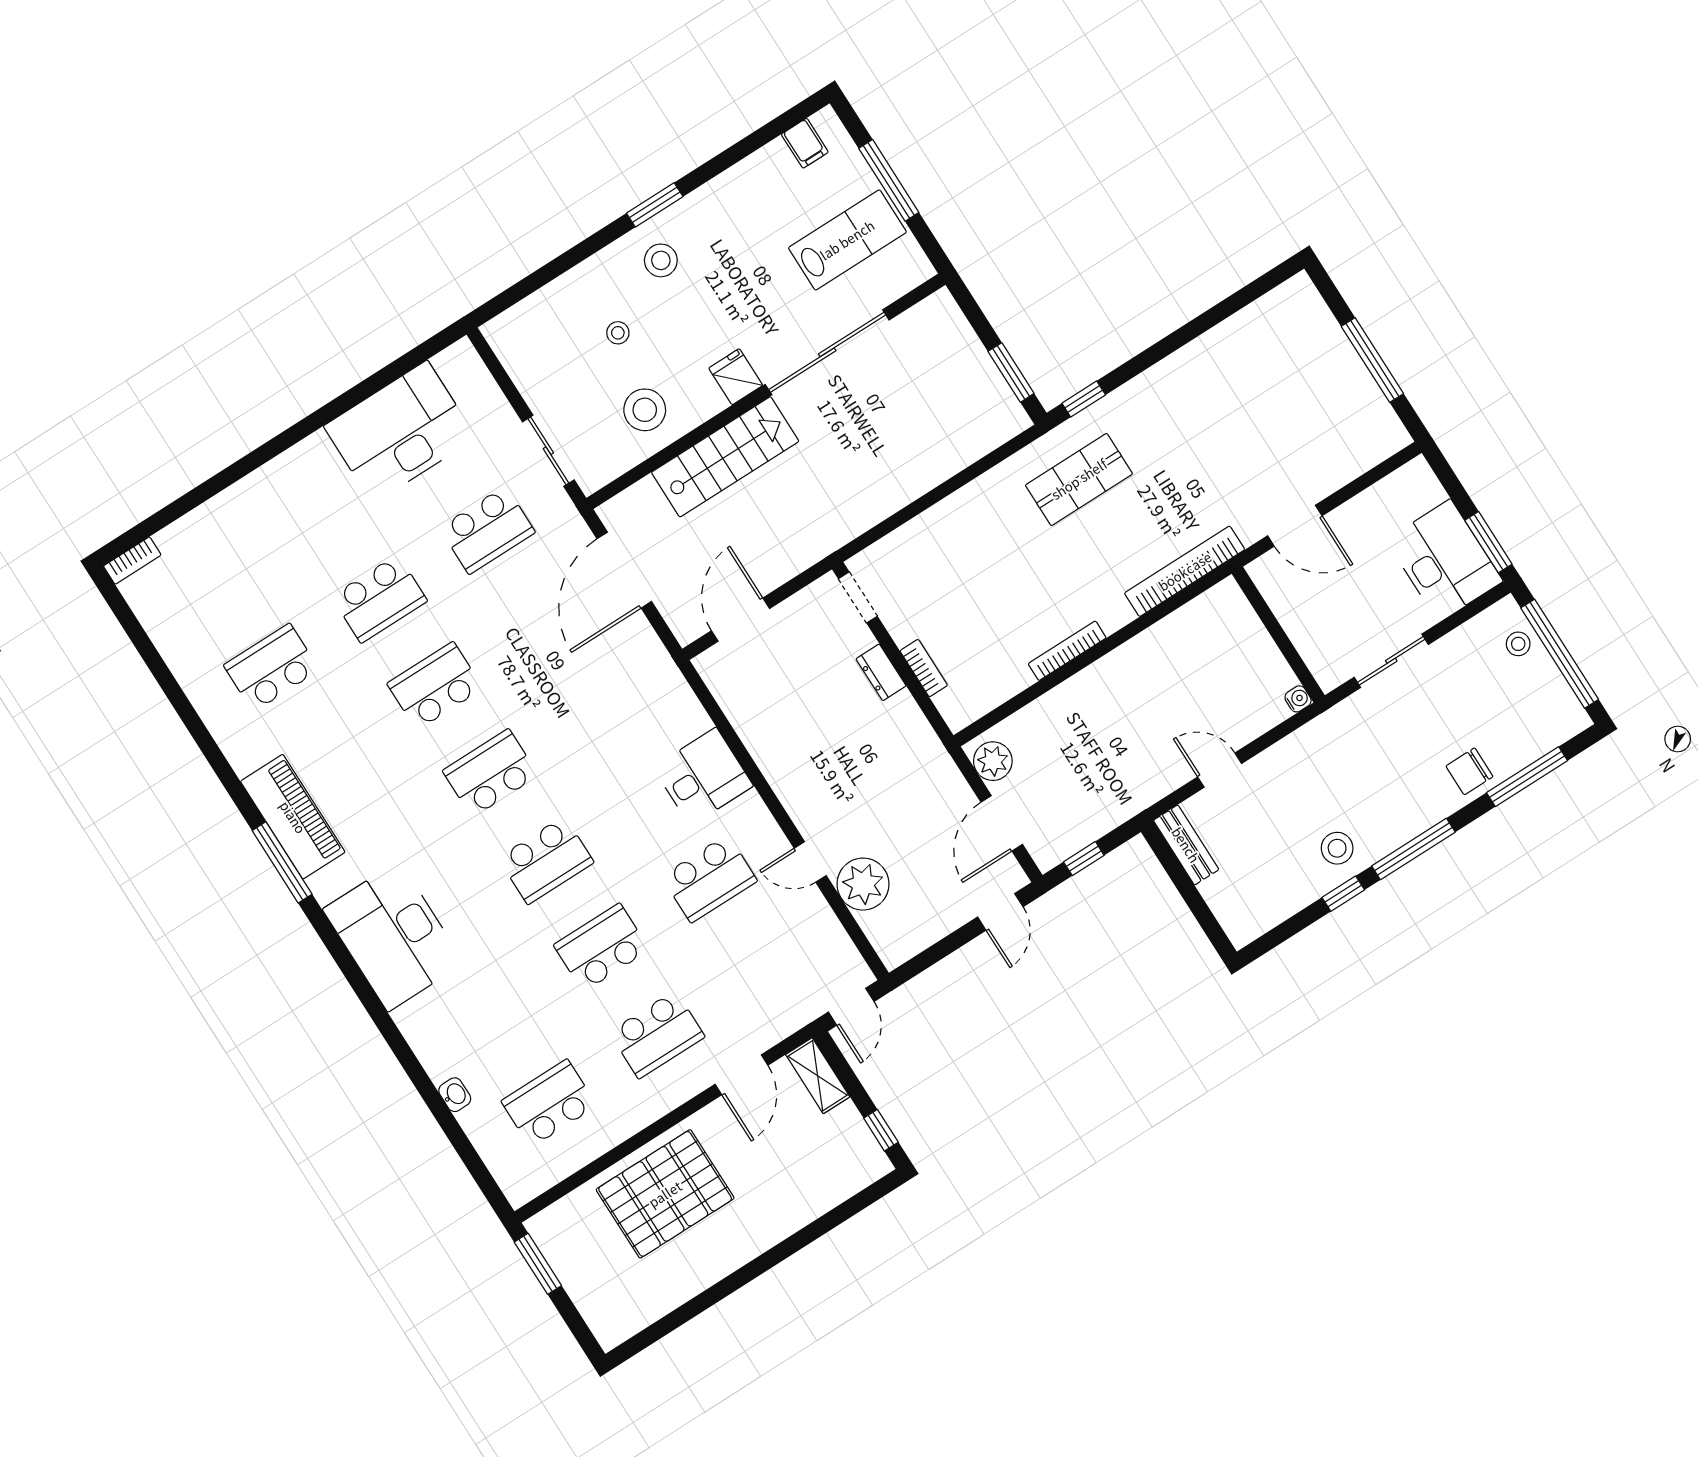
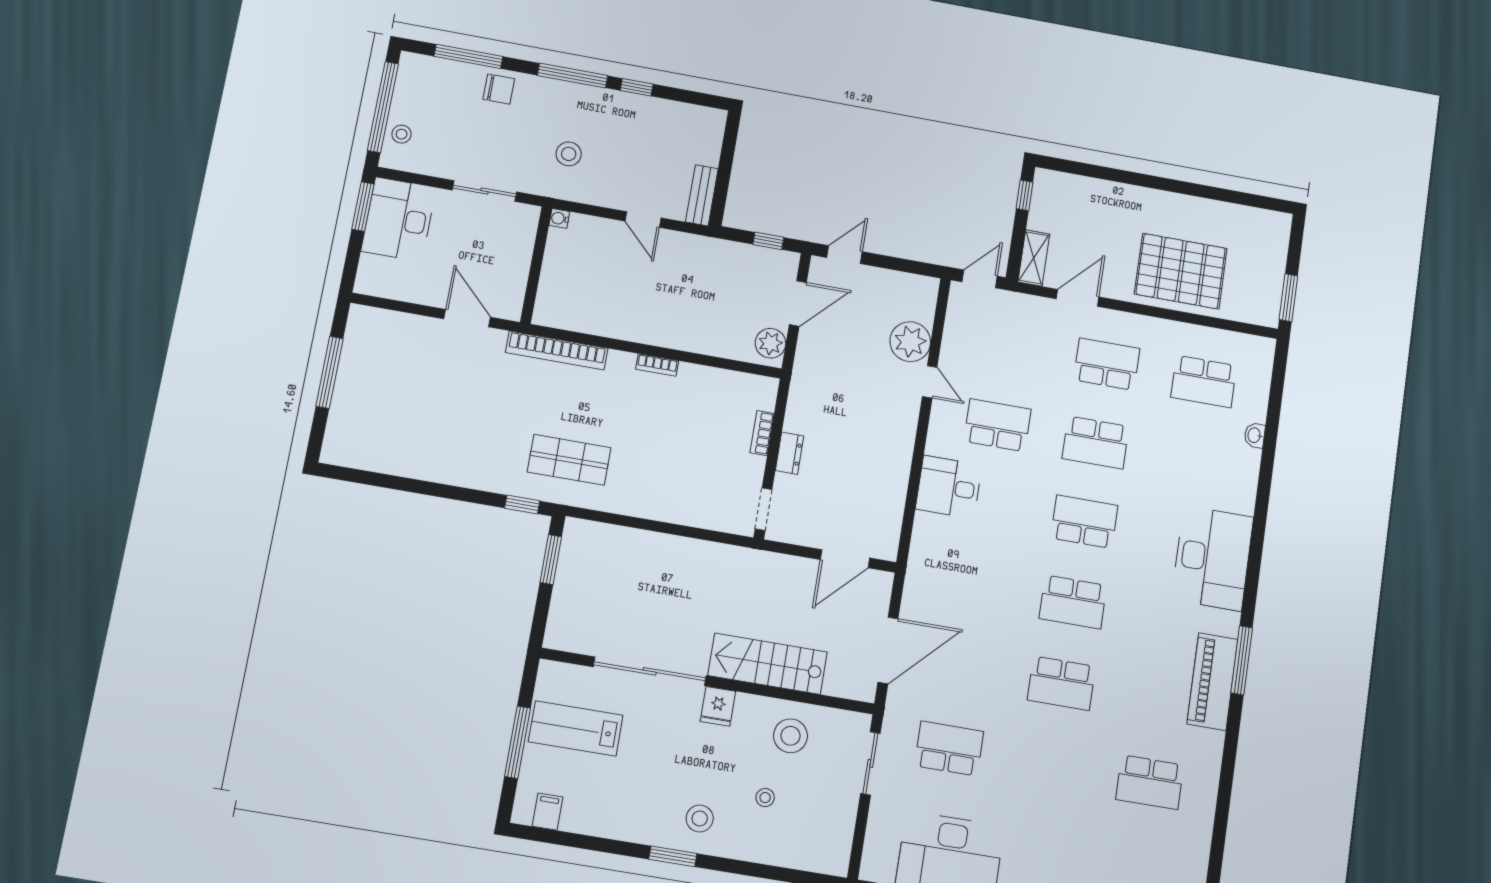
school desk: (379, 599) -> (1050, 765), removed
bookcase: (1067, 651) -> (657, 365), width x0.64
stool: (1337, 848) -> (569, 154), moved

